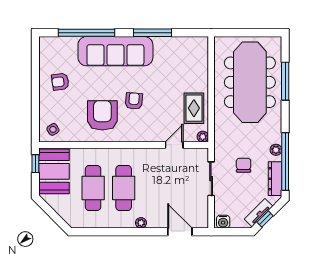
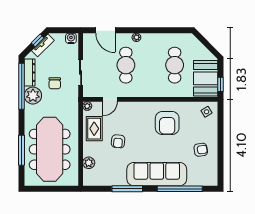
plant: (201, 65) -> (89, 163), added
armchair: (134, 101) -> (118, 141), moved
plant: (276, 150) -> (33, 96), width x1.88, depth x1.88
cafe table: (124, 188) -> (126, 65), moved

